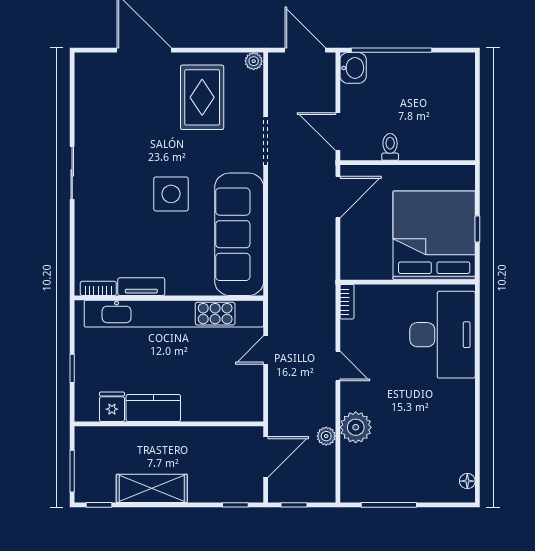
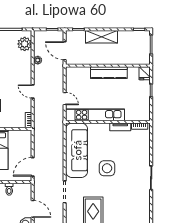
door: (338, 132) -> (33, 209), moved
kitchen unit: (174, 314) -> (95, 115), width x0.73
door: (266, 350) -> (65, 99), hinge flipped
fridge: (112, 407) -> (145, 73), moved
kitchen counter: (153, 408) -> (109, 73), width x1.50
plant: (356, 427) -> (25, 44), moved
door: (266, 457) -> (65, 51), hinge flipped
shelving: (152, 488) -> (101, 37), moved

